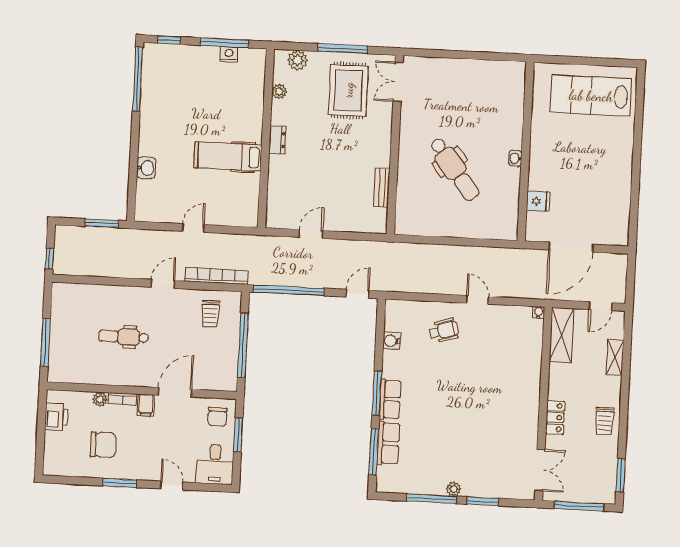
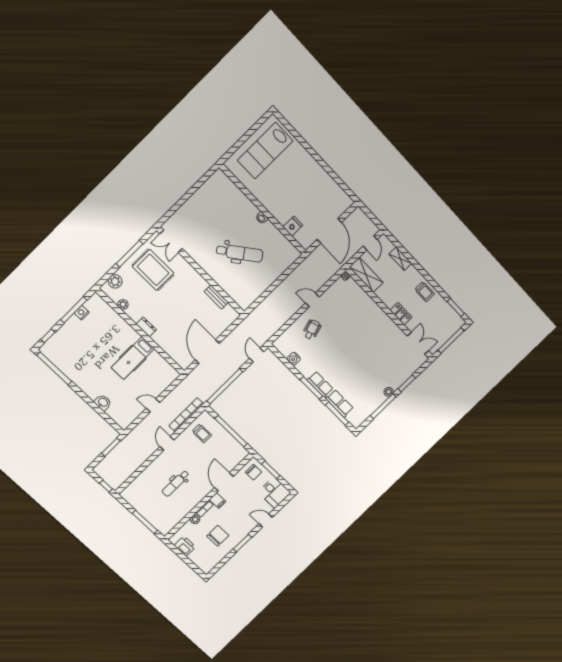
door: (193, 228) -> (153, 405), hinge flipped
door: (311, 234) -> (207, 352), width x1.88

